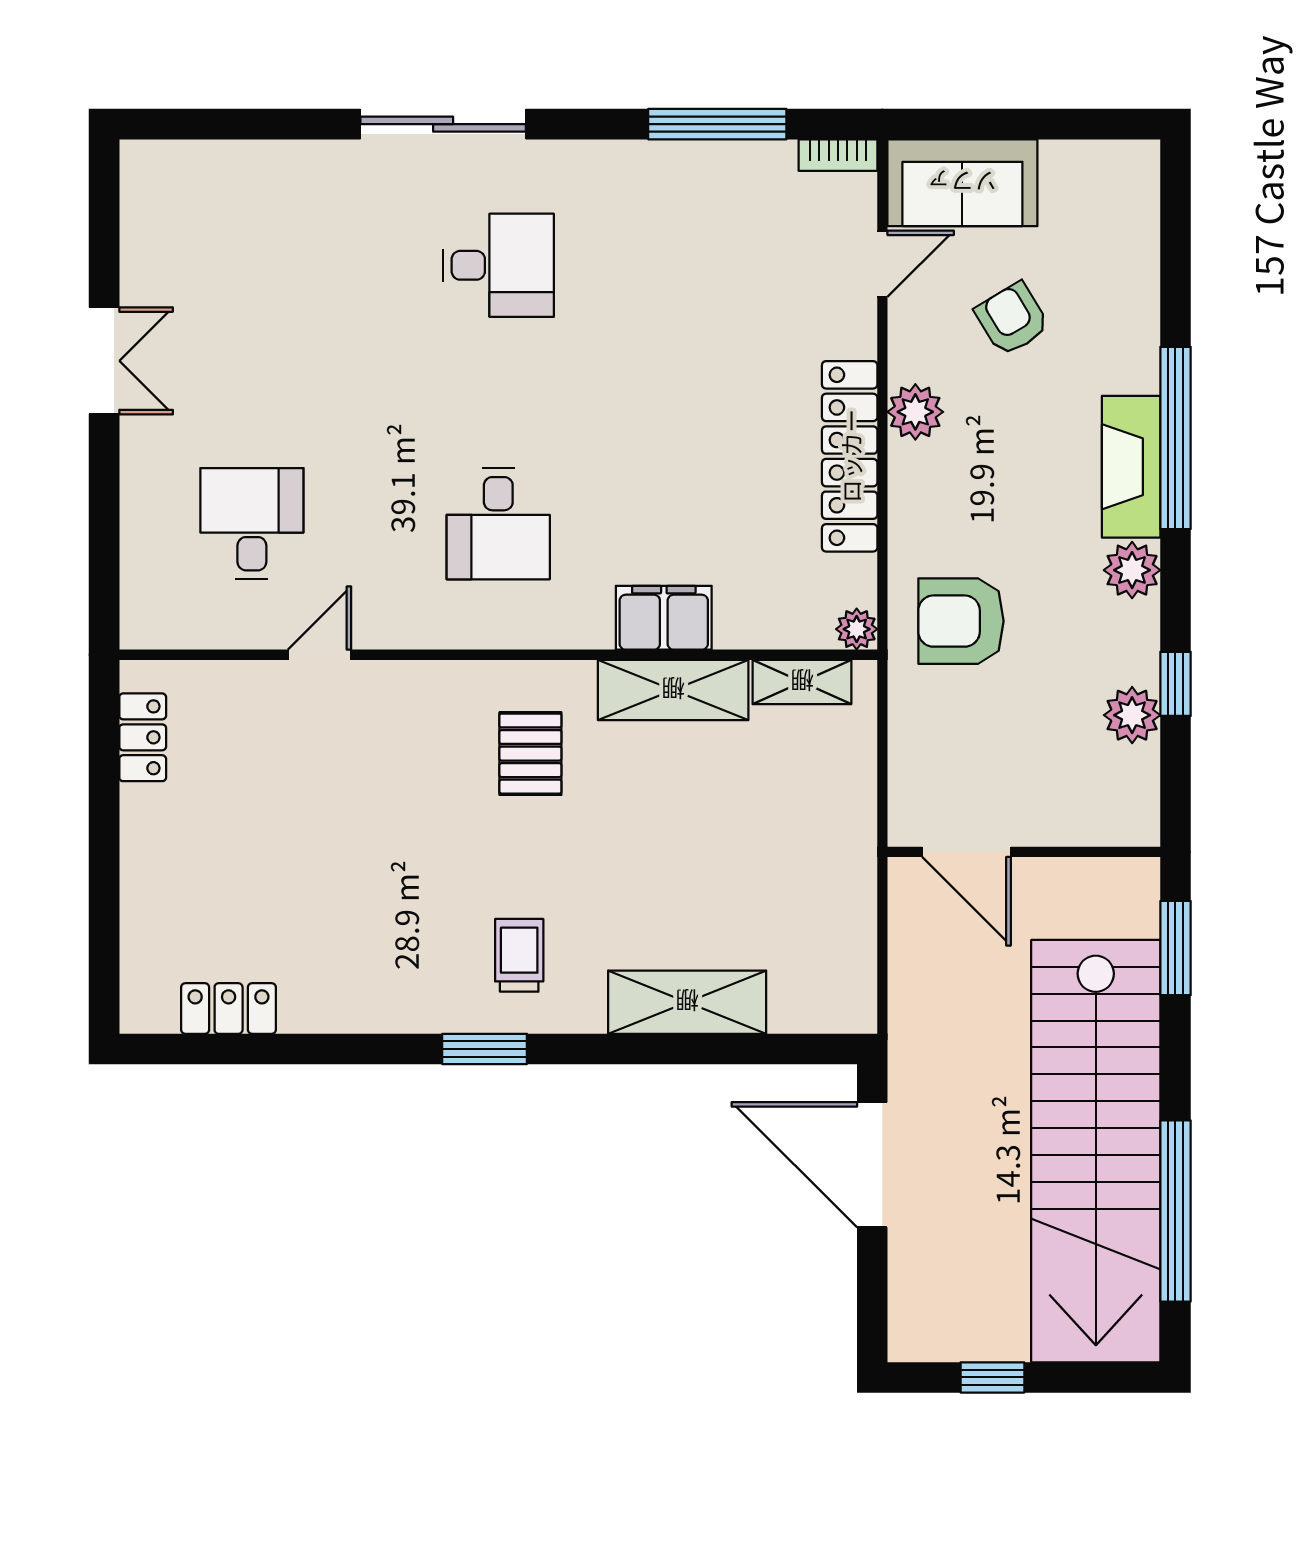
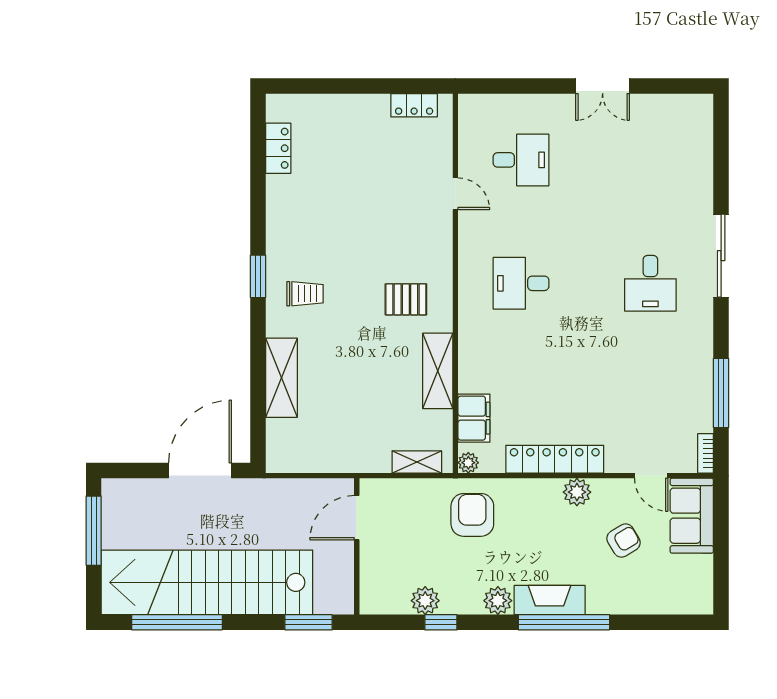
filing cabinet: (664, 618) -> (474, 418), moved
shelving: (802, 682) -> (417, 462), moved, turned 90
window: (992, 1377) -> (94, 531), width x2.17

